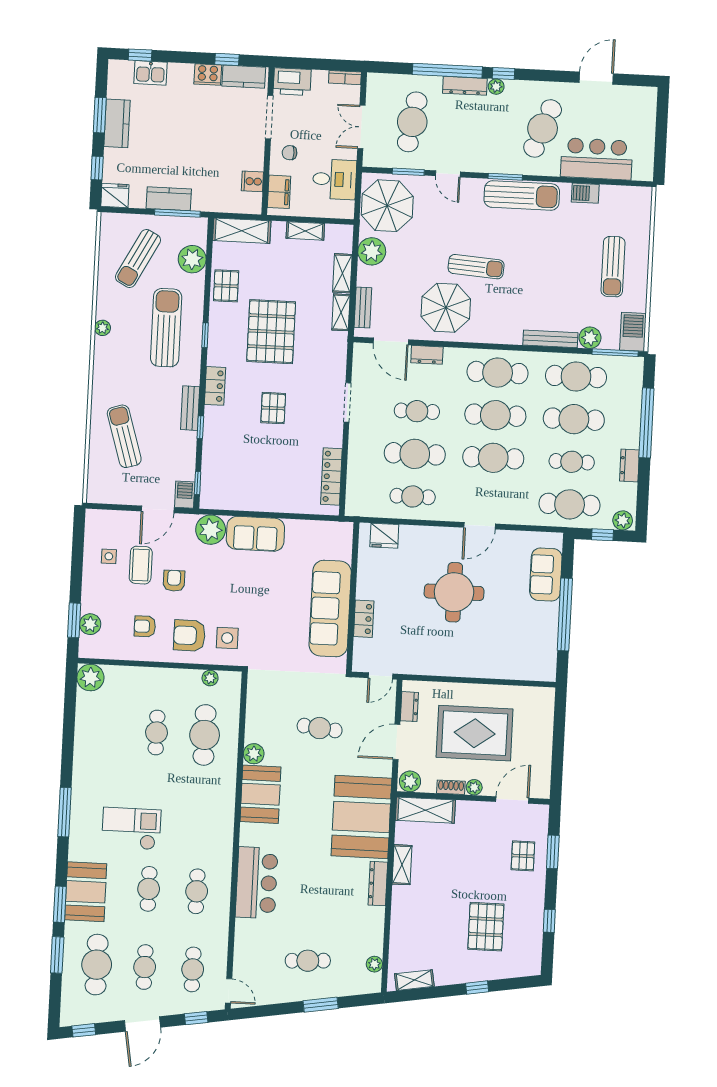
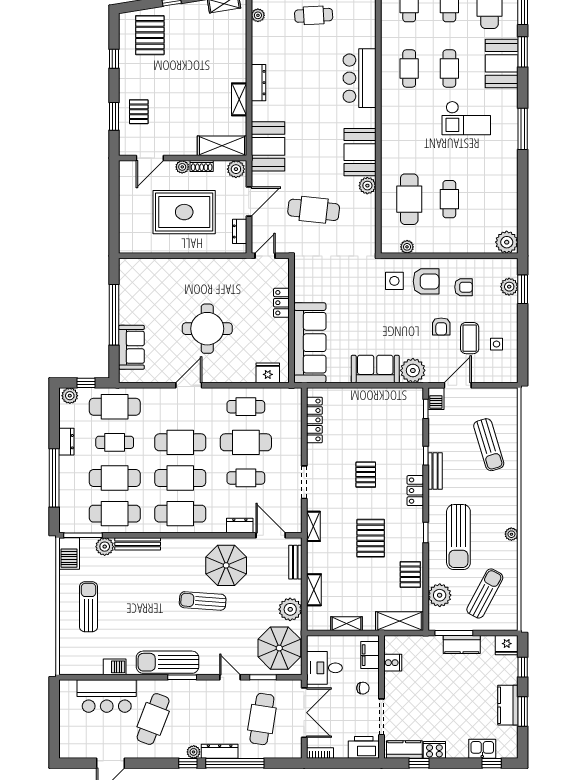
double door: (361, 127) -> (304, 713), width x1.37
shelving: (341, 312) -> (313, 526), moved
pallet: (271, 332) -> (371, 538), width x0.73, depth x0.71
sofa: (330, 608) -> (310, 343), moved
cafe table: (320, 728) -> (314, 210), width x1.37, depth x1.35
booth: (361, 817) -> (268, 146), width x0.73, depth x0.70
pallet: (486, 927) -> (150, 35), moved

